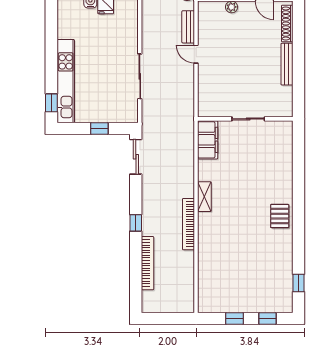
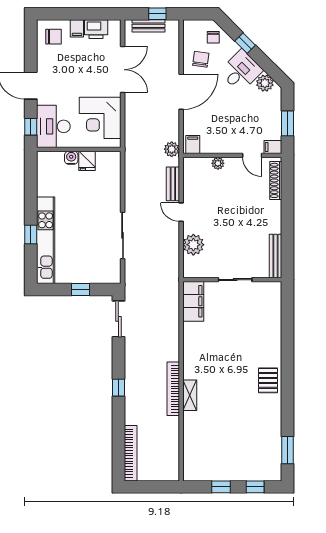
bench: (287, 64) -> (275, 256), moved
plant: (208, 85) -> (193, 245), added
window: (51, 103) -> (31, 234), moved
shelving: (204, 197) -> (190, 395), moved
bookcase: (148, 263) -> (131, 453), moved
window: (299, 283) -> (287, 450), width x1.50

